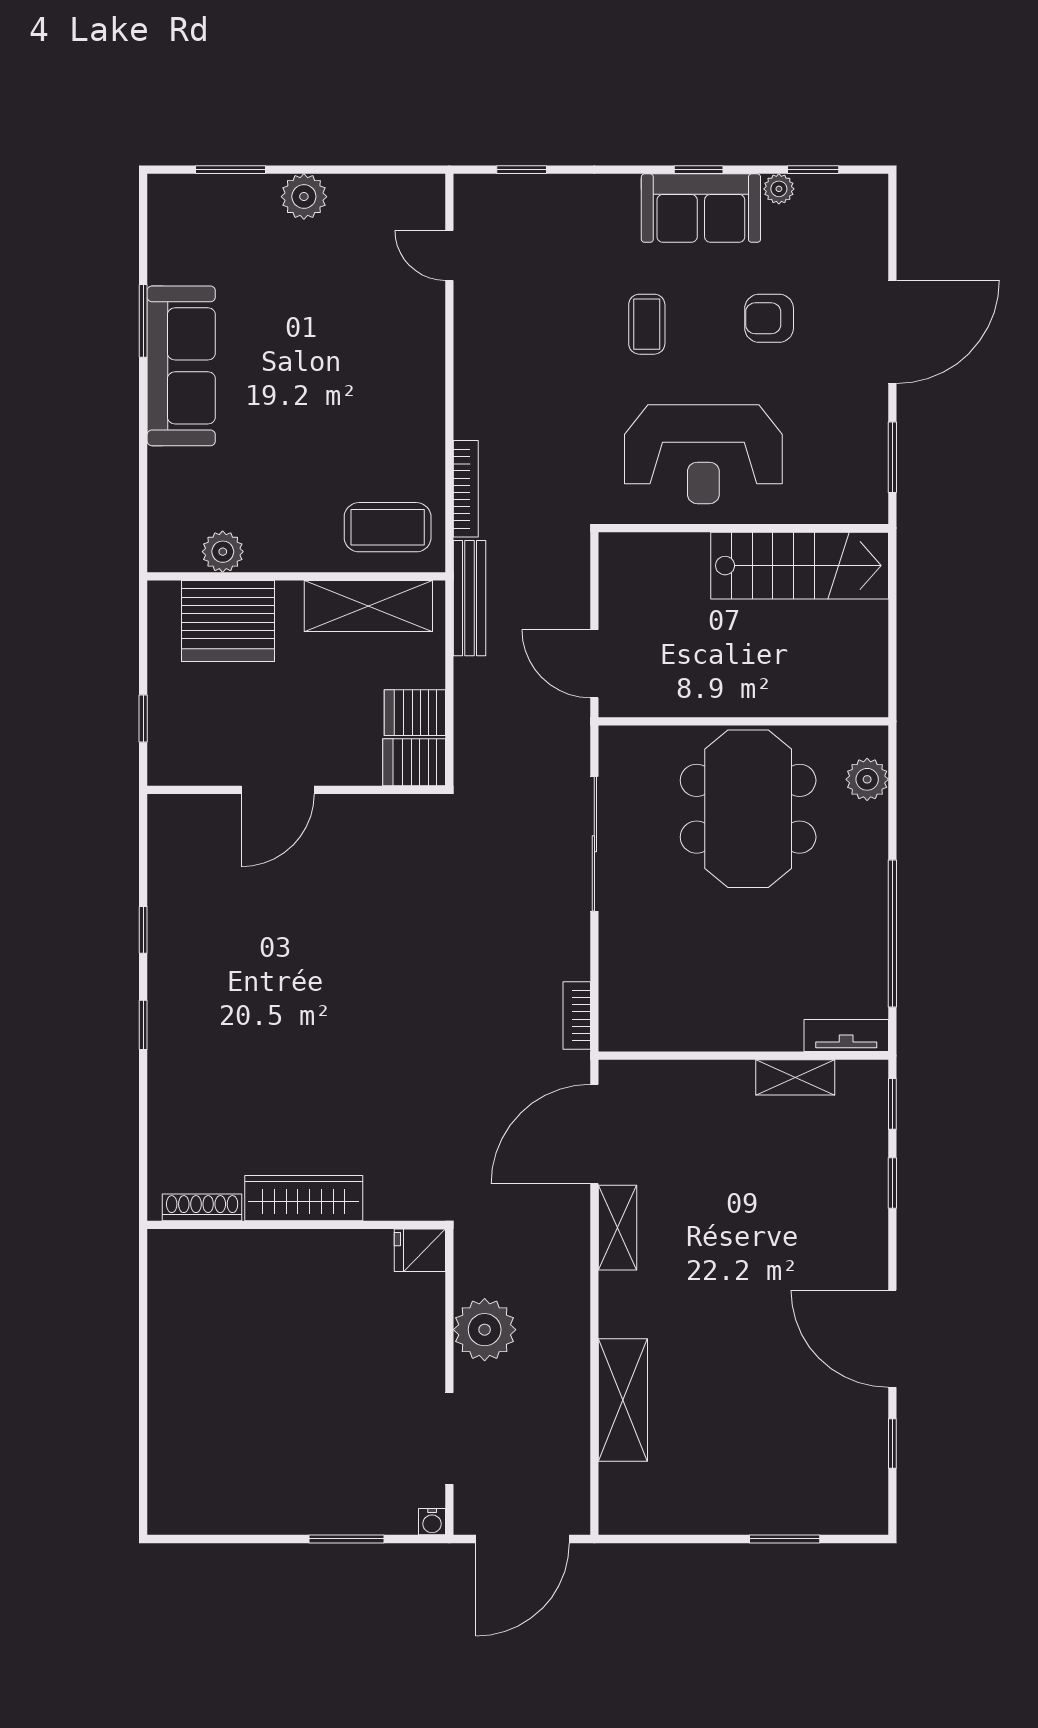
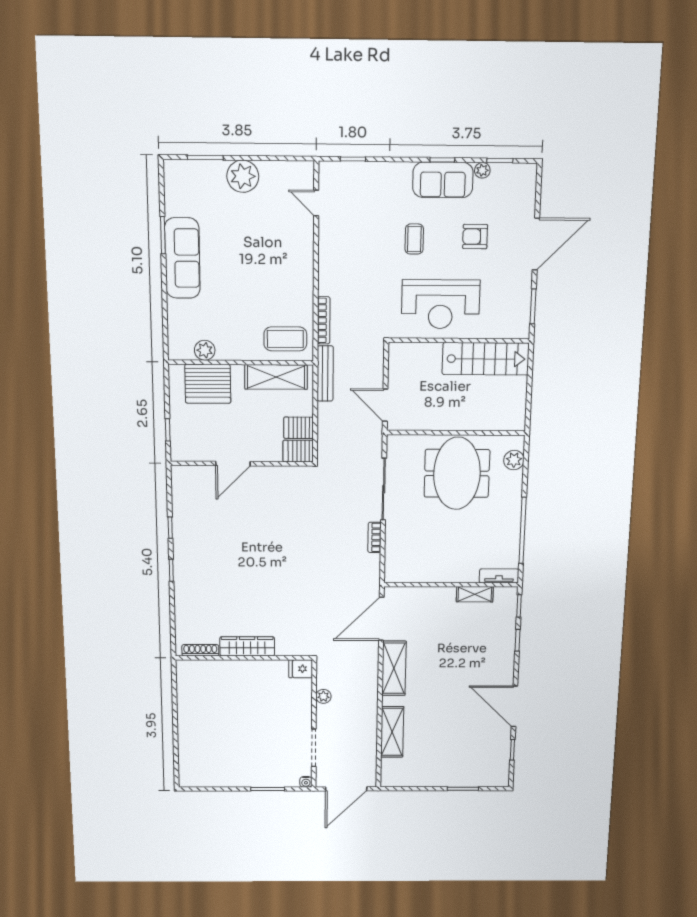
plant: (304, 197) -> (243, 176), width x1.36, depth x1.36
bookcase: (577, 1015) -> (375, 537), moved
shelving: (617, 1228) -> (394, 668), width x1.50, depth x1.33
plant: (485, 1330) -> (323, 696), width x0.53, depth x0.53

